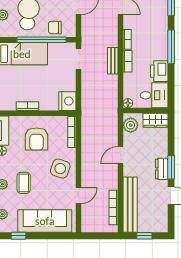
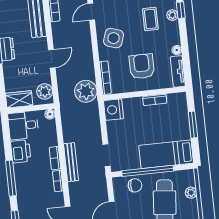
bench: (113, 61) -> (71, 162), width x1.36
plant: (92, 121) -> (86, 91), added

